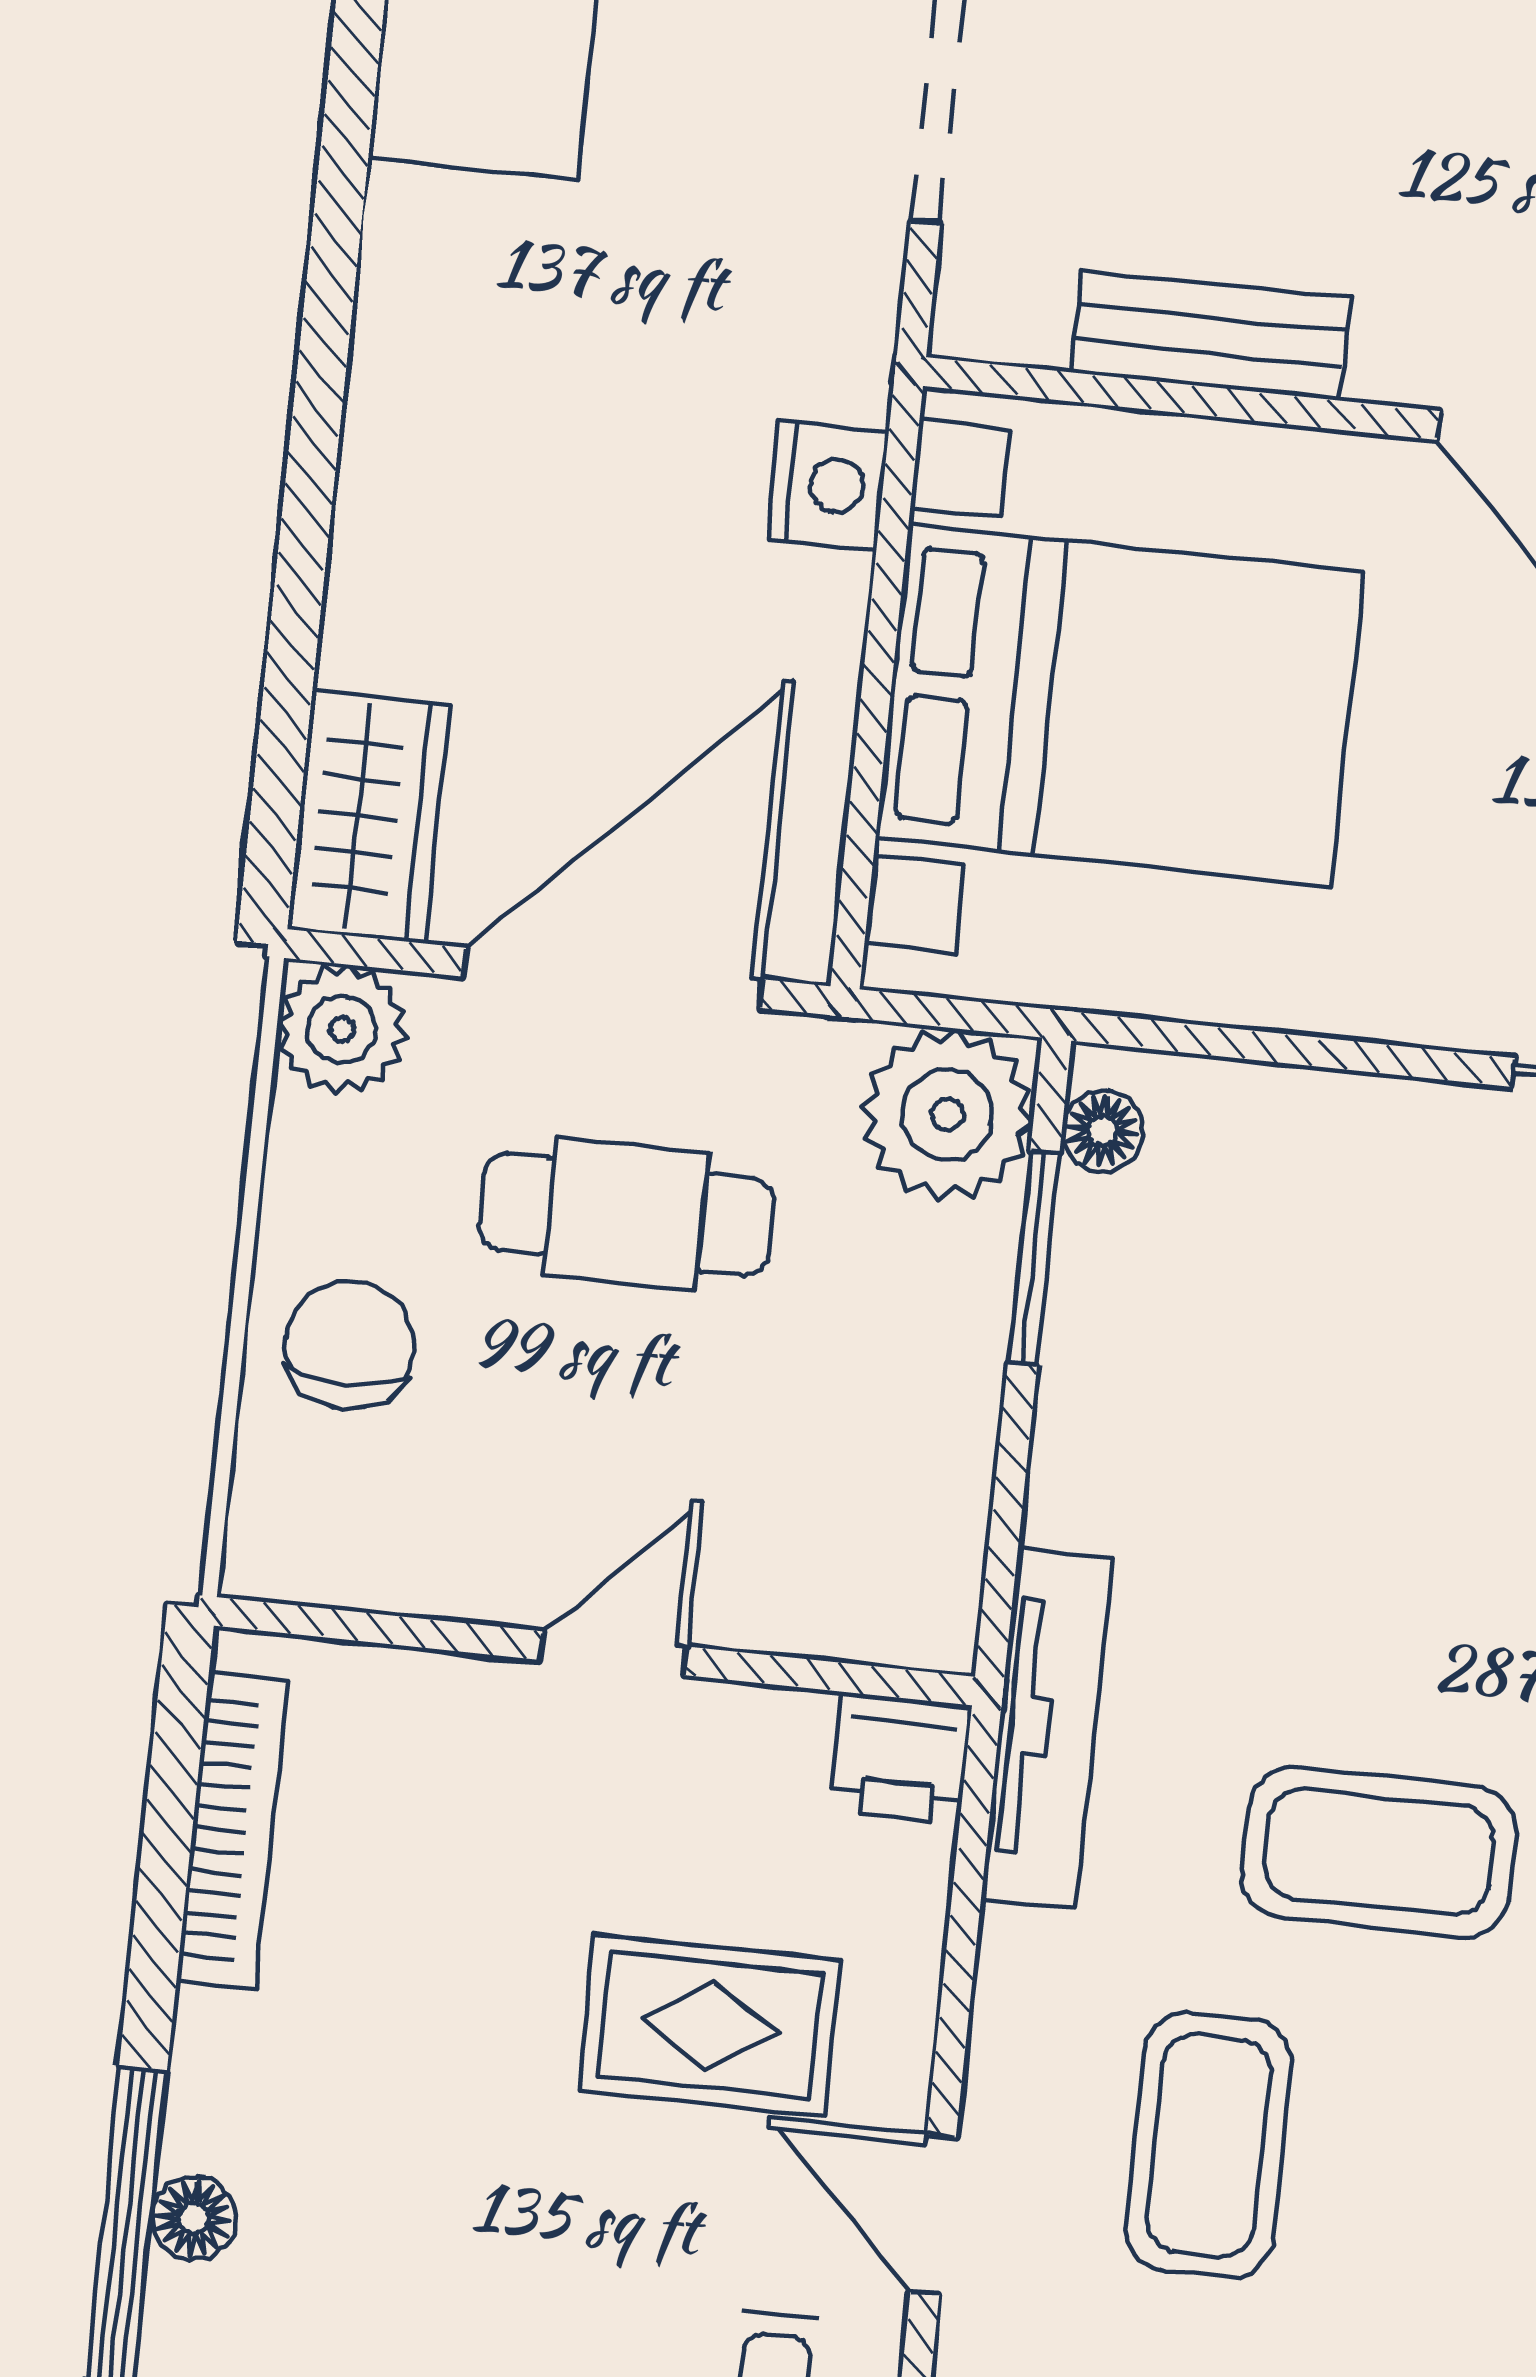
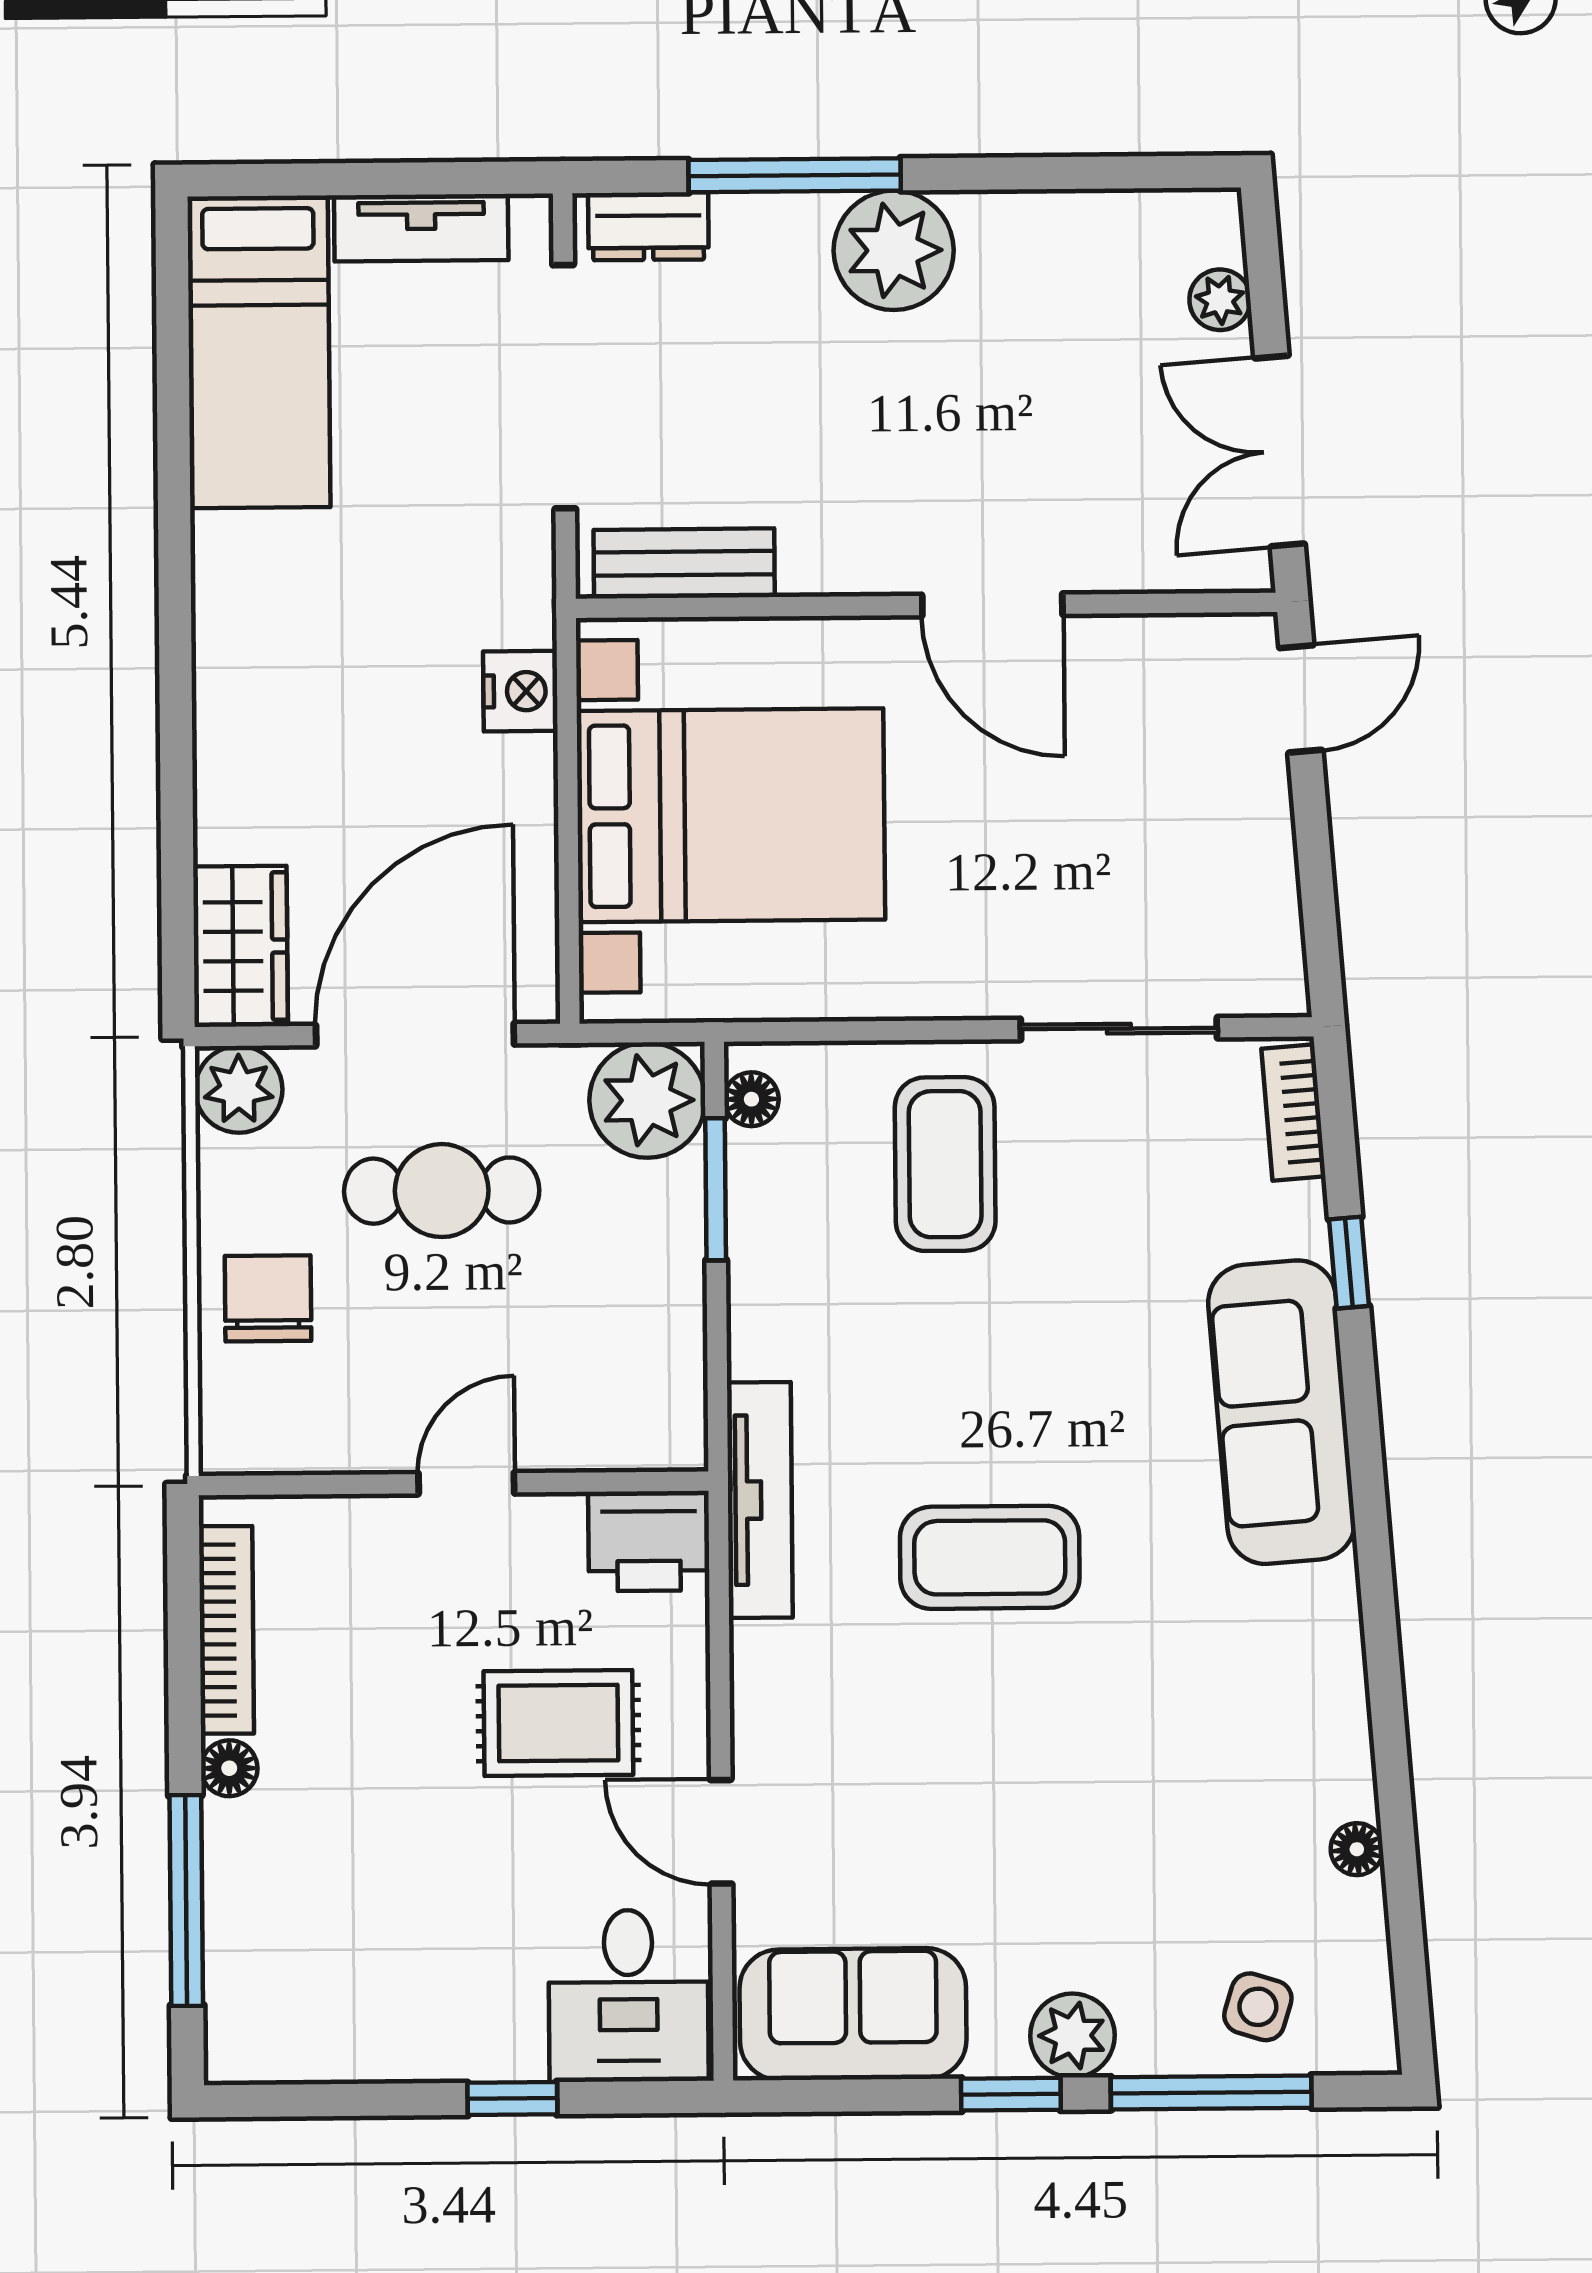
bench: (1211, 335) -> (684, 563), moved
printer: (900, 1758) -> (649, 1541), width x1.36, depth x1.24
coffee table: (1209, 2145) -> (945, 1164), moved
floor lamp: (194, 2218) -> (229, 1768), moved

